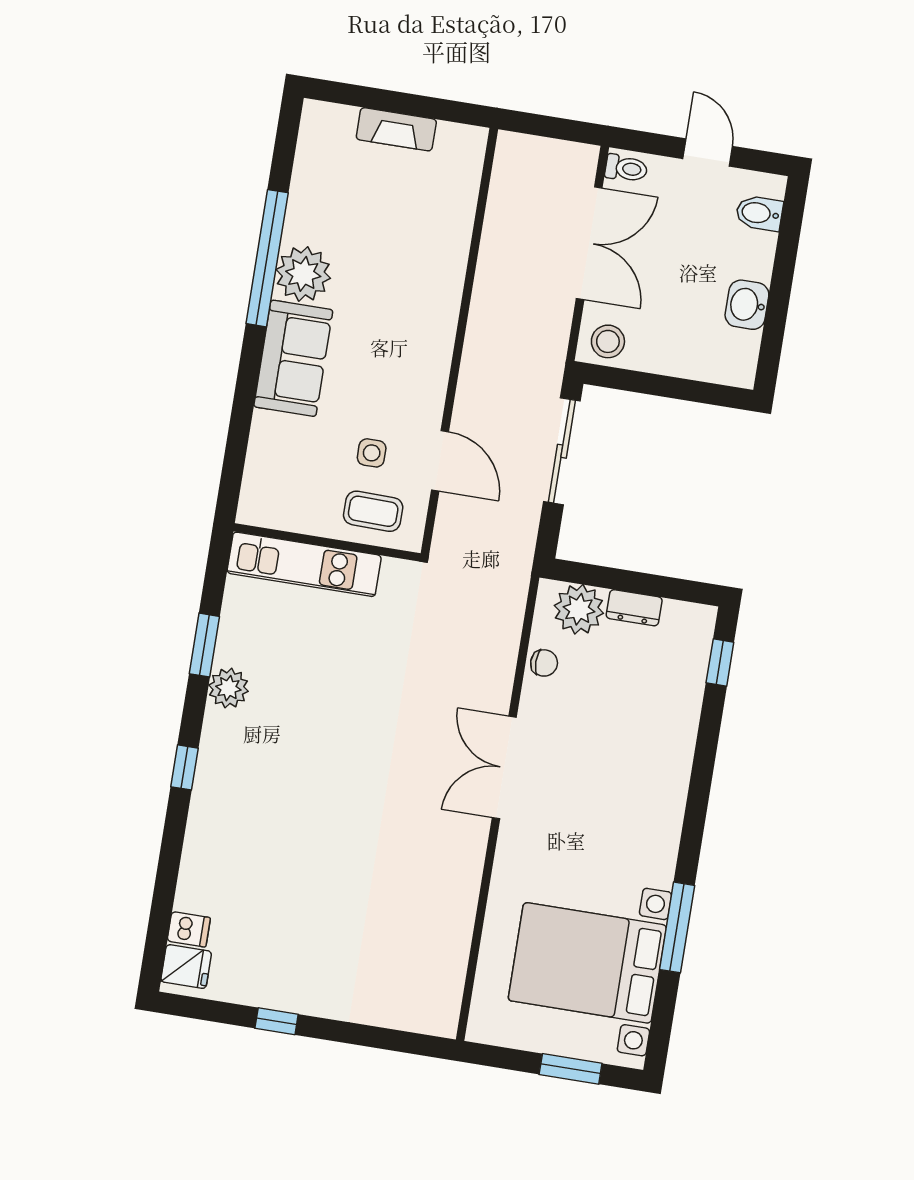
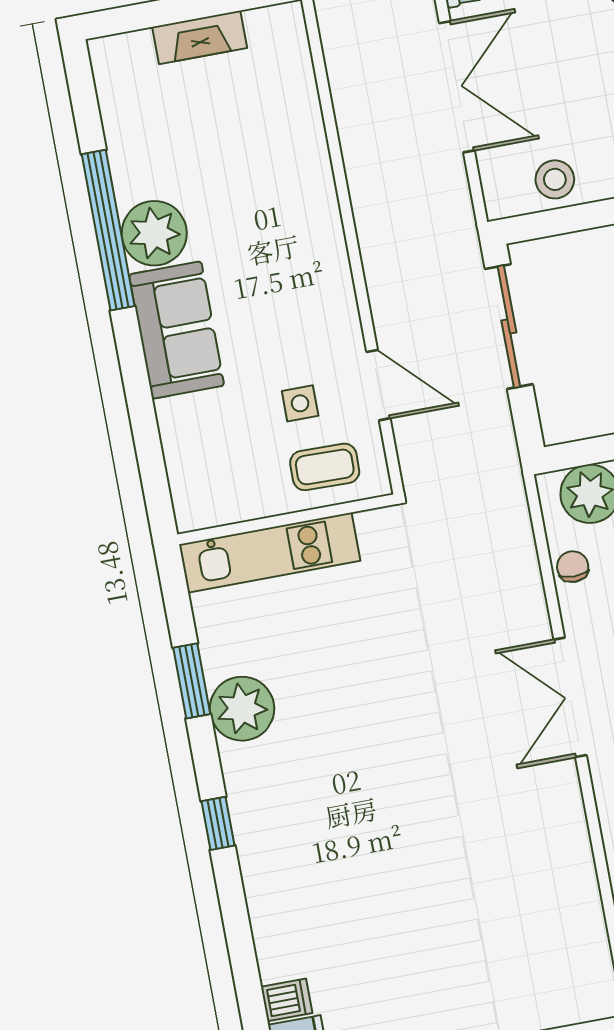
stool: (608, 341) -> (555, 179), moved
chair: (544, 663) -> (573, 567), turned -90
plant: (228, 688) -> (242, 709), width x1.36, depth x1.36

